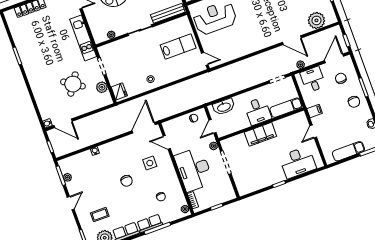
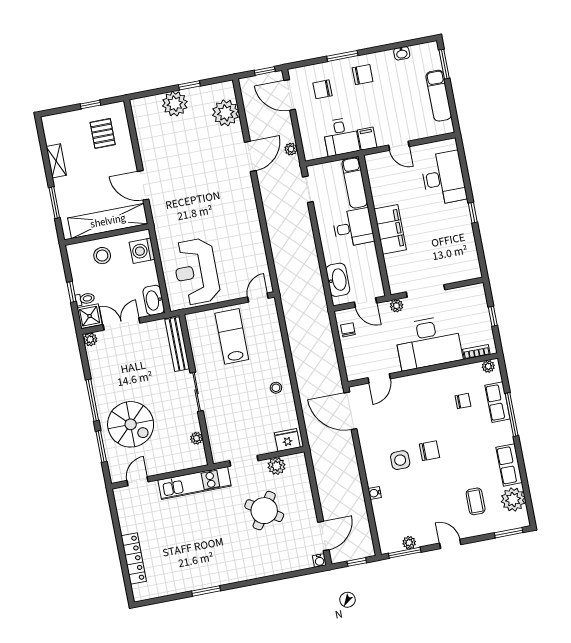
desk: (313, 80) -> (341, 137), moved, turned -90
side table: (150, 163) -> (400, 460), moved
row of seats: (150, 223) -> (497, 402), moved

